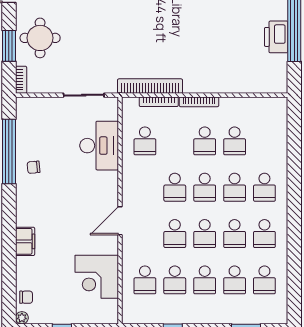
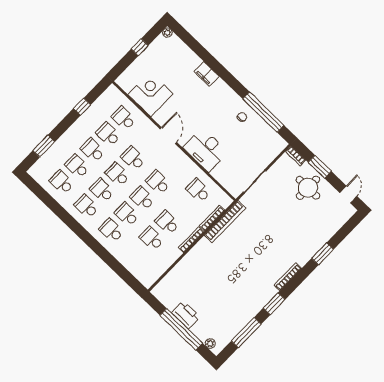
desk: (99, 146) -> (205, 150), moved
chair: (26, 297) -> (176, 45), removed

